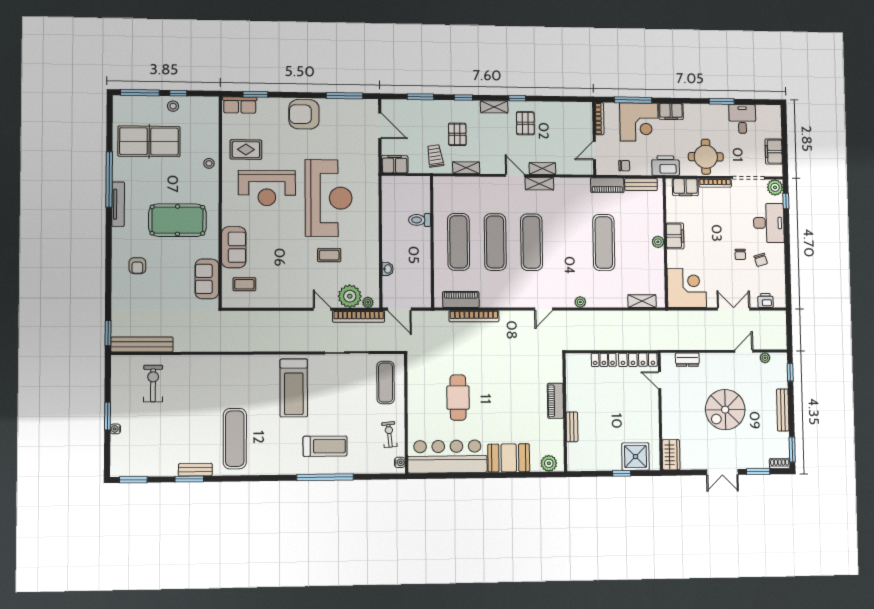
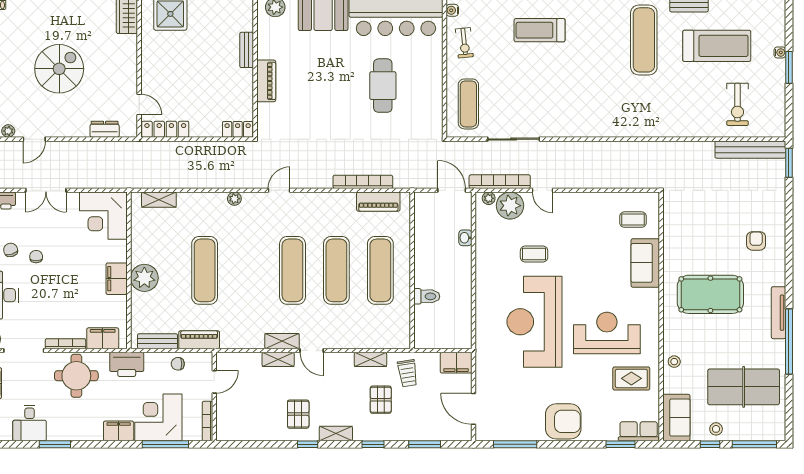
plant: (658, 242) -> (144, 278), width x1.87, depth x1.87
sofa: (207, 279) -> (676, 418), moved
locker: (604, 360) -> (238, 129), moved
treadmill: (294, 388) -> (717, 46), moved, turned 90

